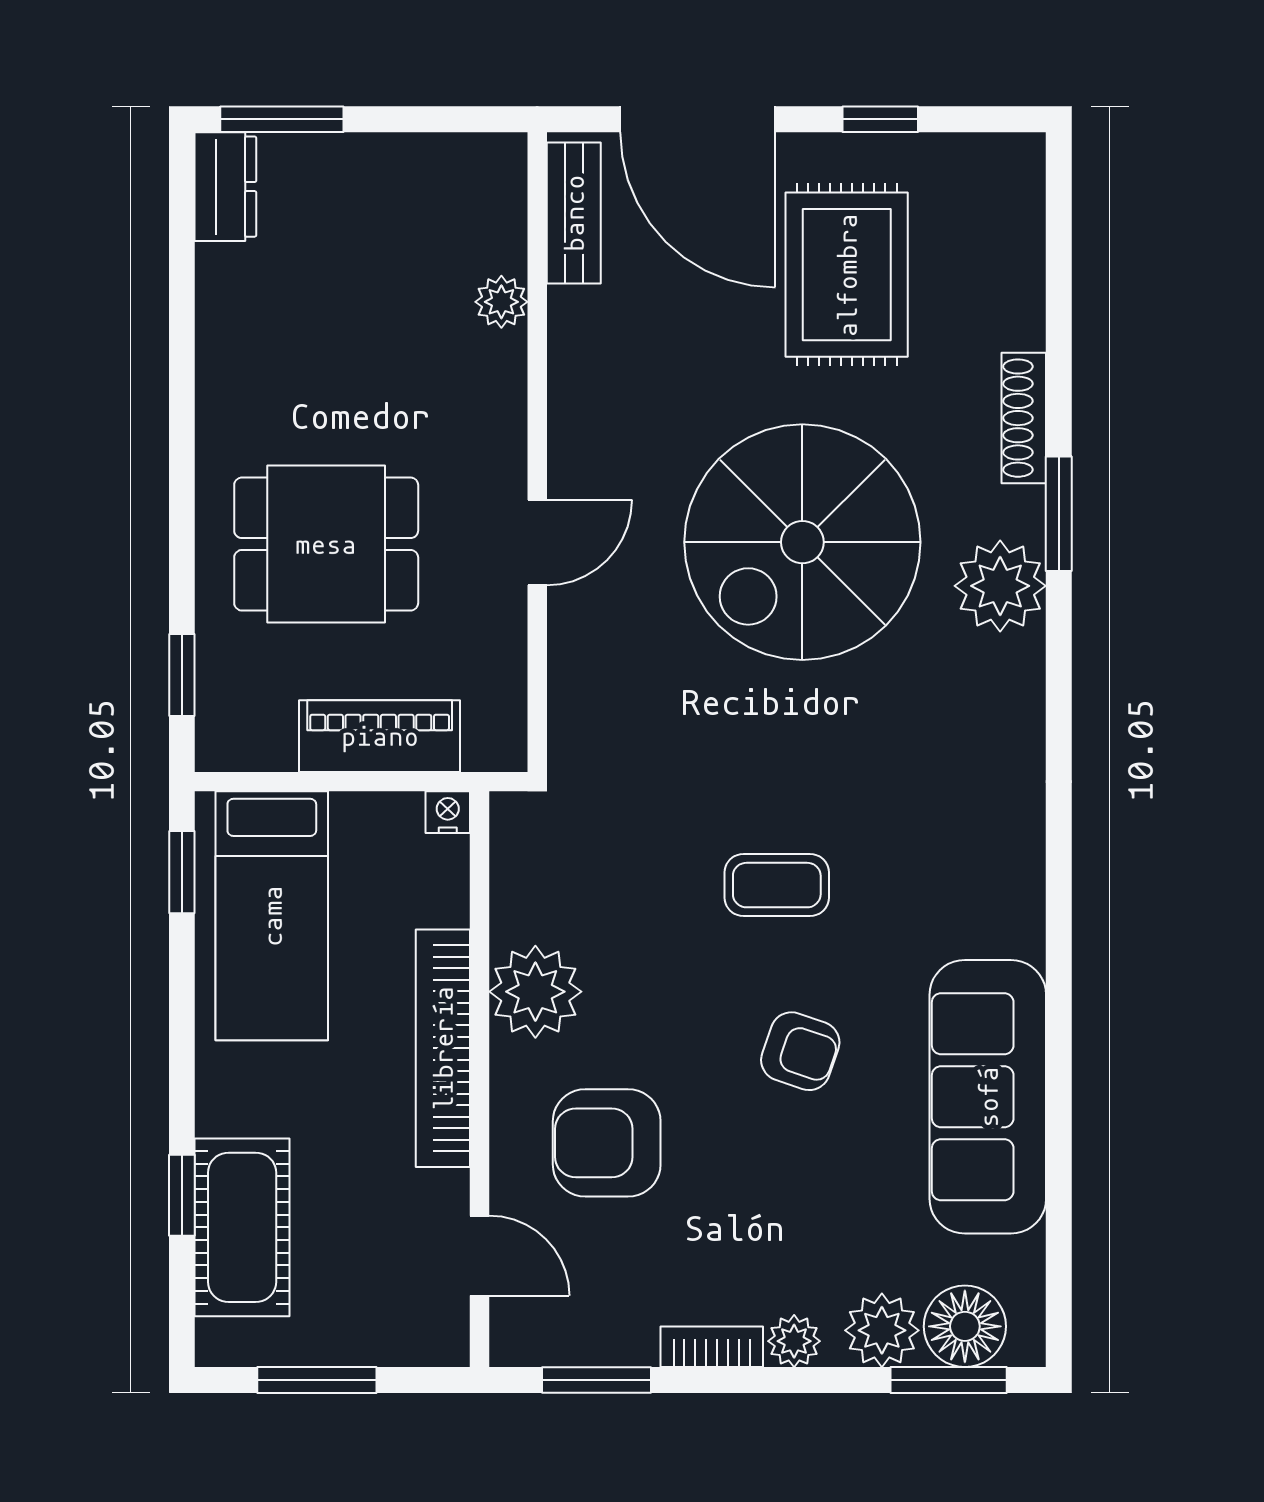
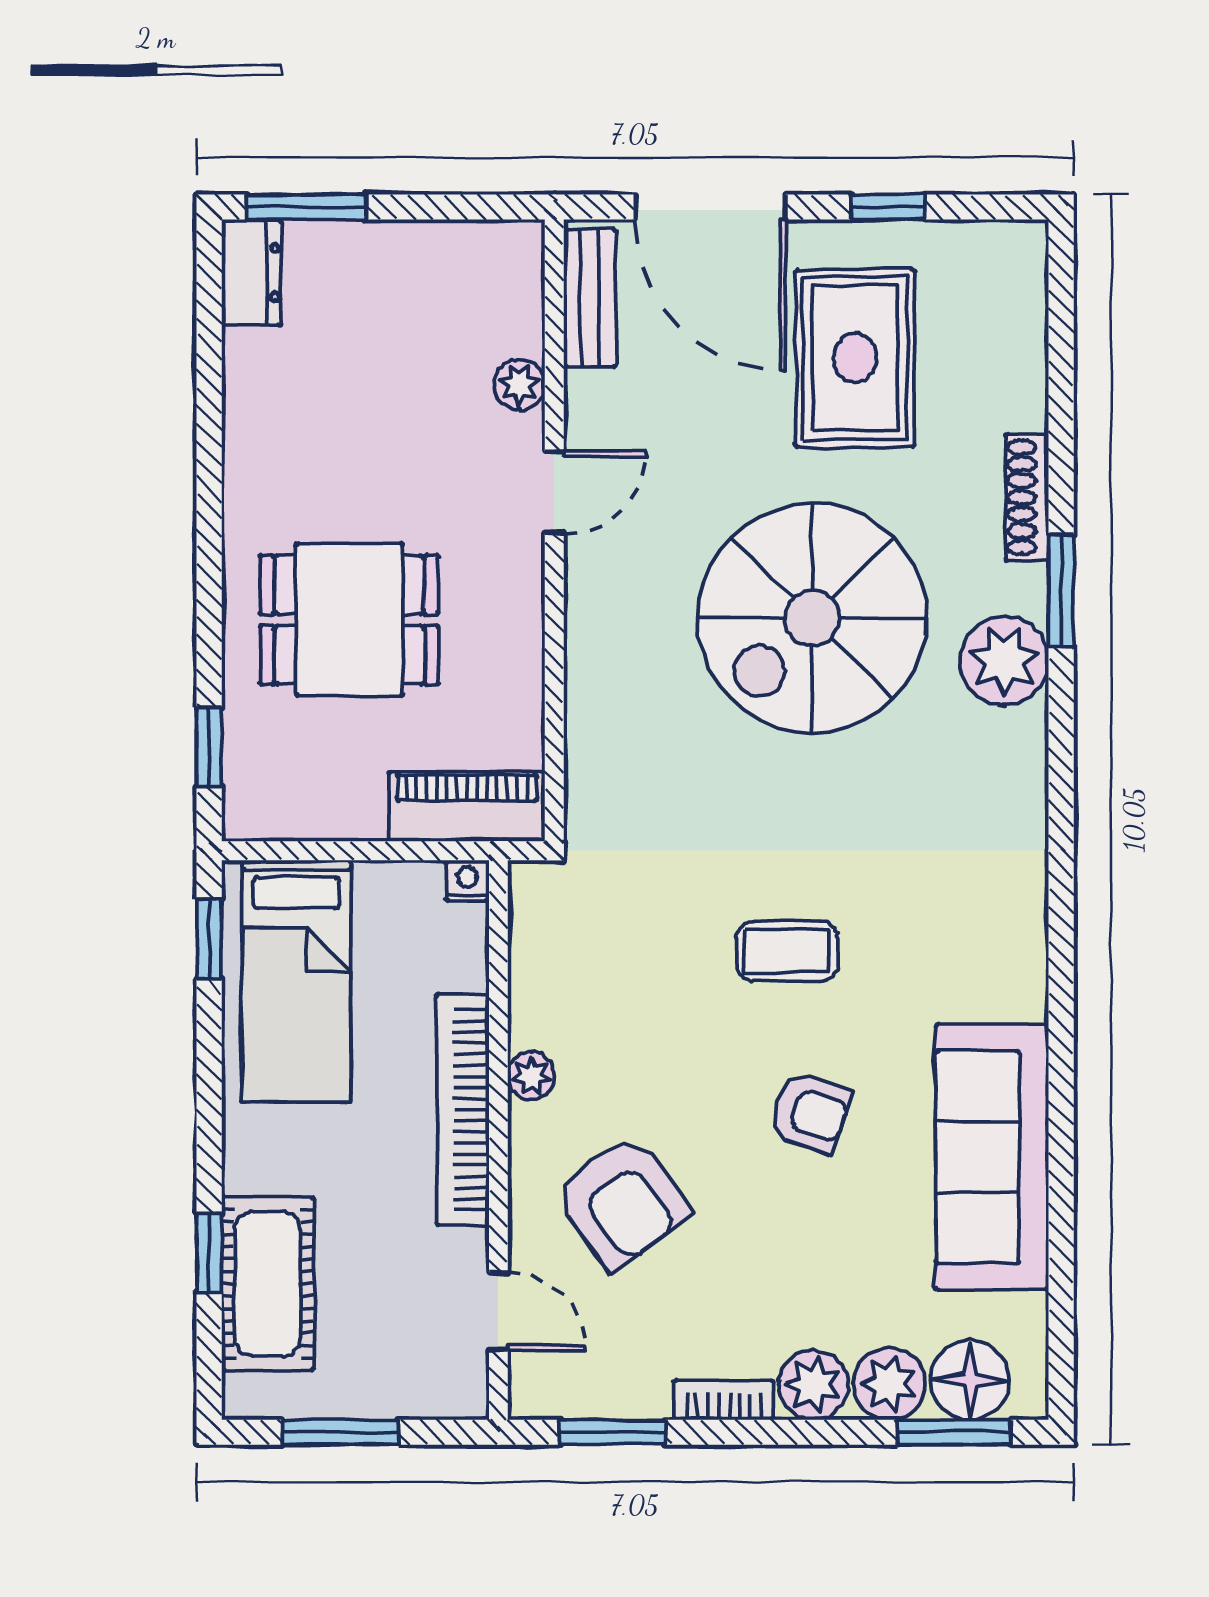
door: (537, 543) -> (554, 492), moved
piano: (380, 736) -> (467, 806), moved
plant: (535, 992) -> (532, 1076), width x0.53, depth x0.53
armchair: (607, 1143) -> (622, 1202), turned -126
plant: (794, 1341) -> (813, 1385), width x1.38, depth x1.38

